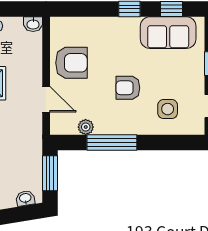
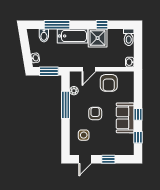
sofa: (168, 33) -> (125, 118), moved

